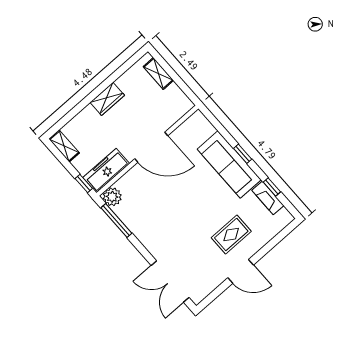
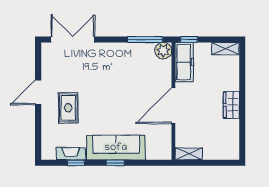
shelving: (158, 73) -> (189, 154), moved

